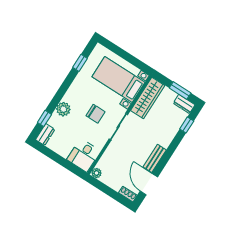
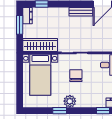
window: (80, 63) -> (60, 111), moved
plant: (63, 109) -> (70, 101), moved

